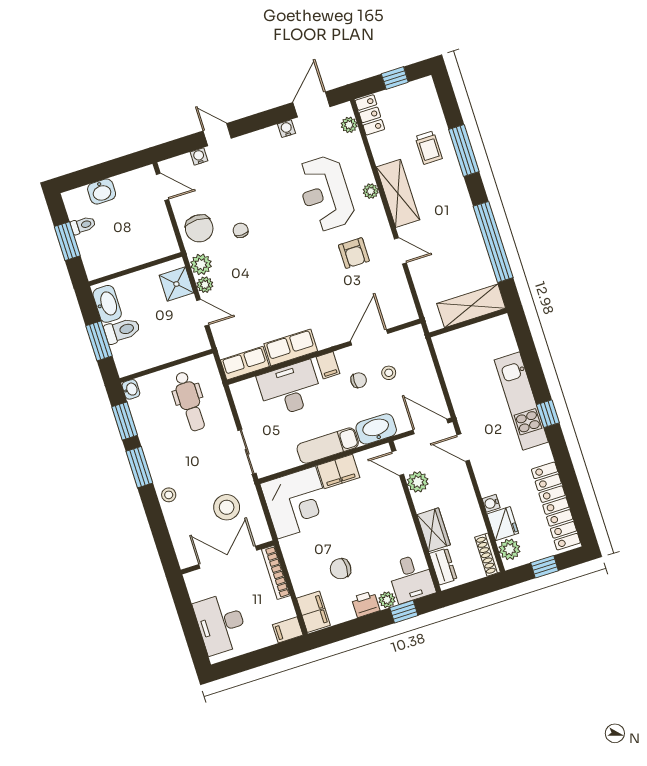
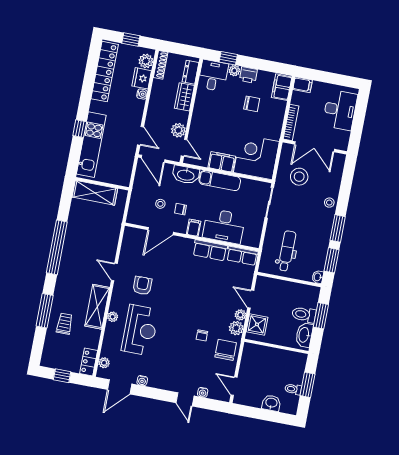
shelving: (471, 306) -> (95, 193), moved
wall: (468, 323) -> (102, 184), moved

